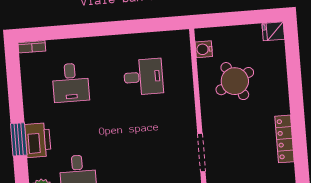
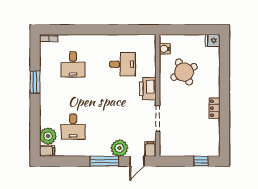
window: (19, 139) -> (35, 82), moved
locker: (285, 139) -> (215, 108), width x0.66
printer: (38, 140) -> (148, 89), moved, turned 180

